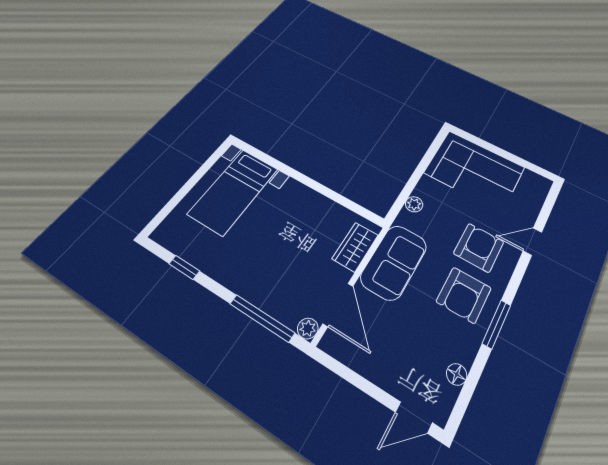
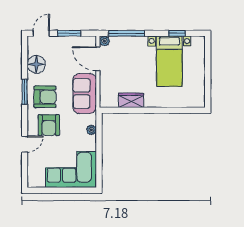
bed with nightstands: (233, 191) -> (169, 61), moved, turned 180
wardrobe: (355, 247) -> (131, 100), moved, turned -90
armchair: (464, 295) -> (45, 97), turned 90
floor lamp: (457, 374) -> (36, 64), width x1.89, depth x1.89
window: (361, 383) -> (69, 33), added

